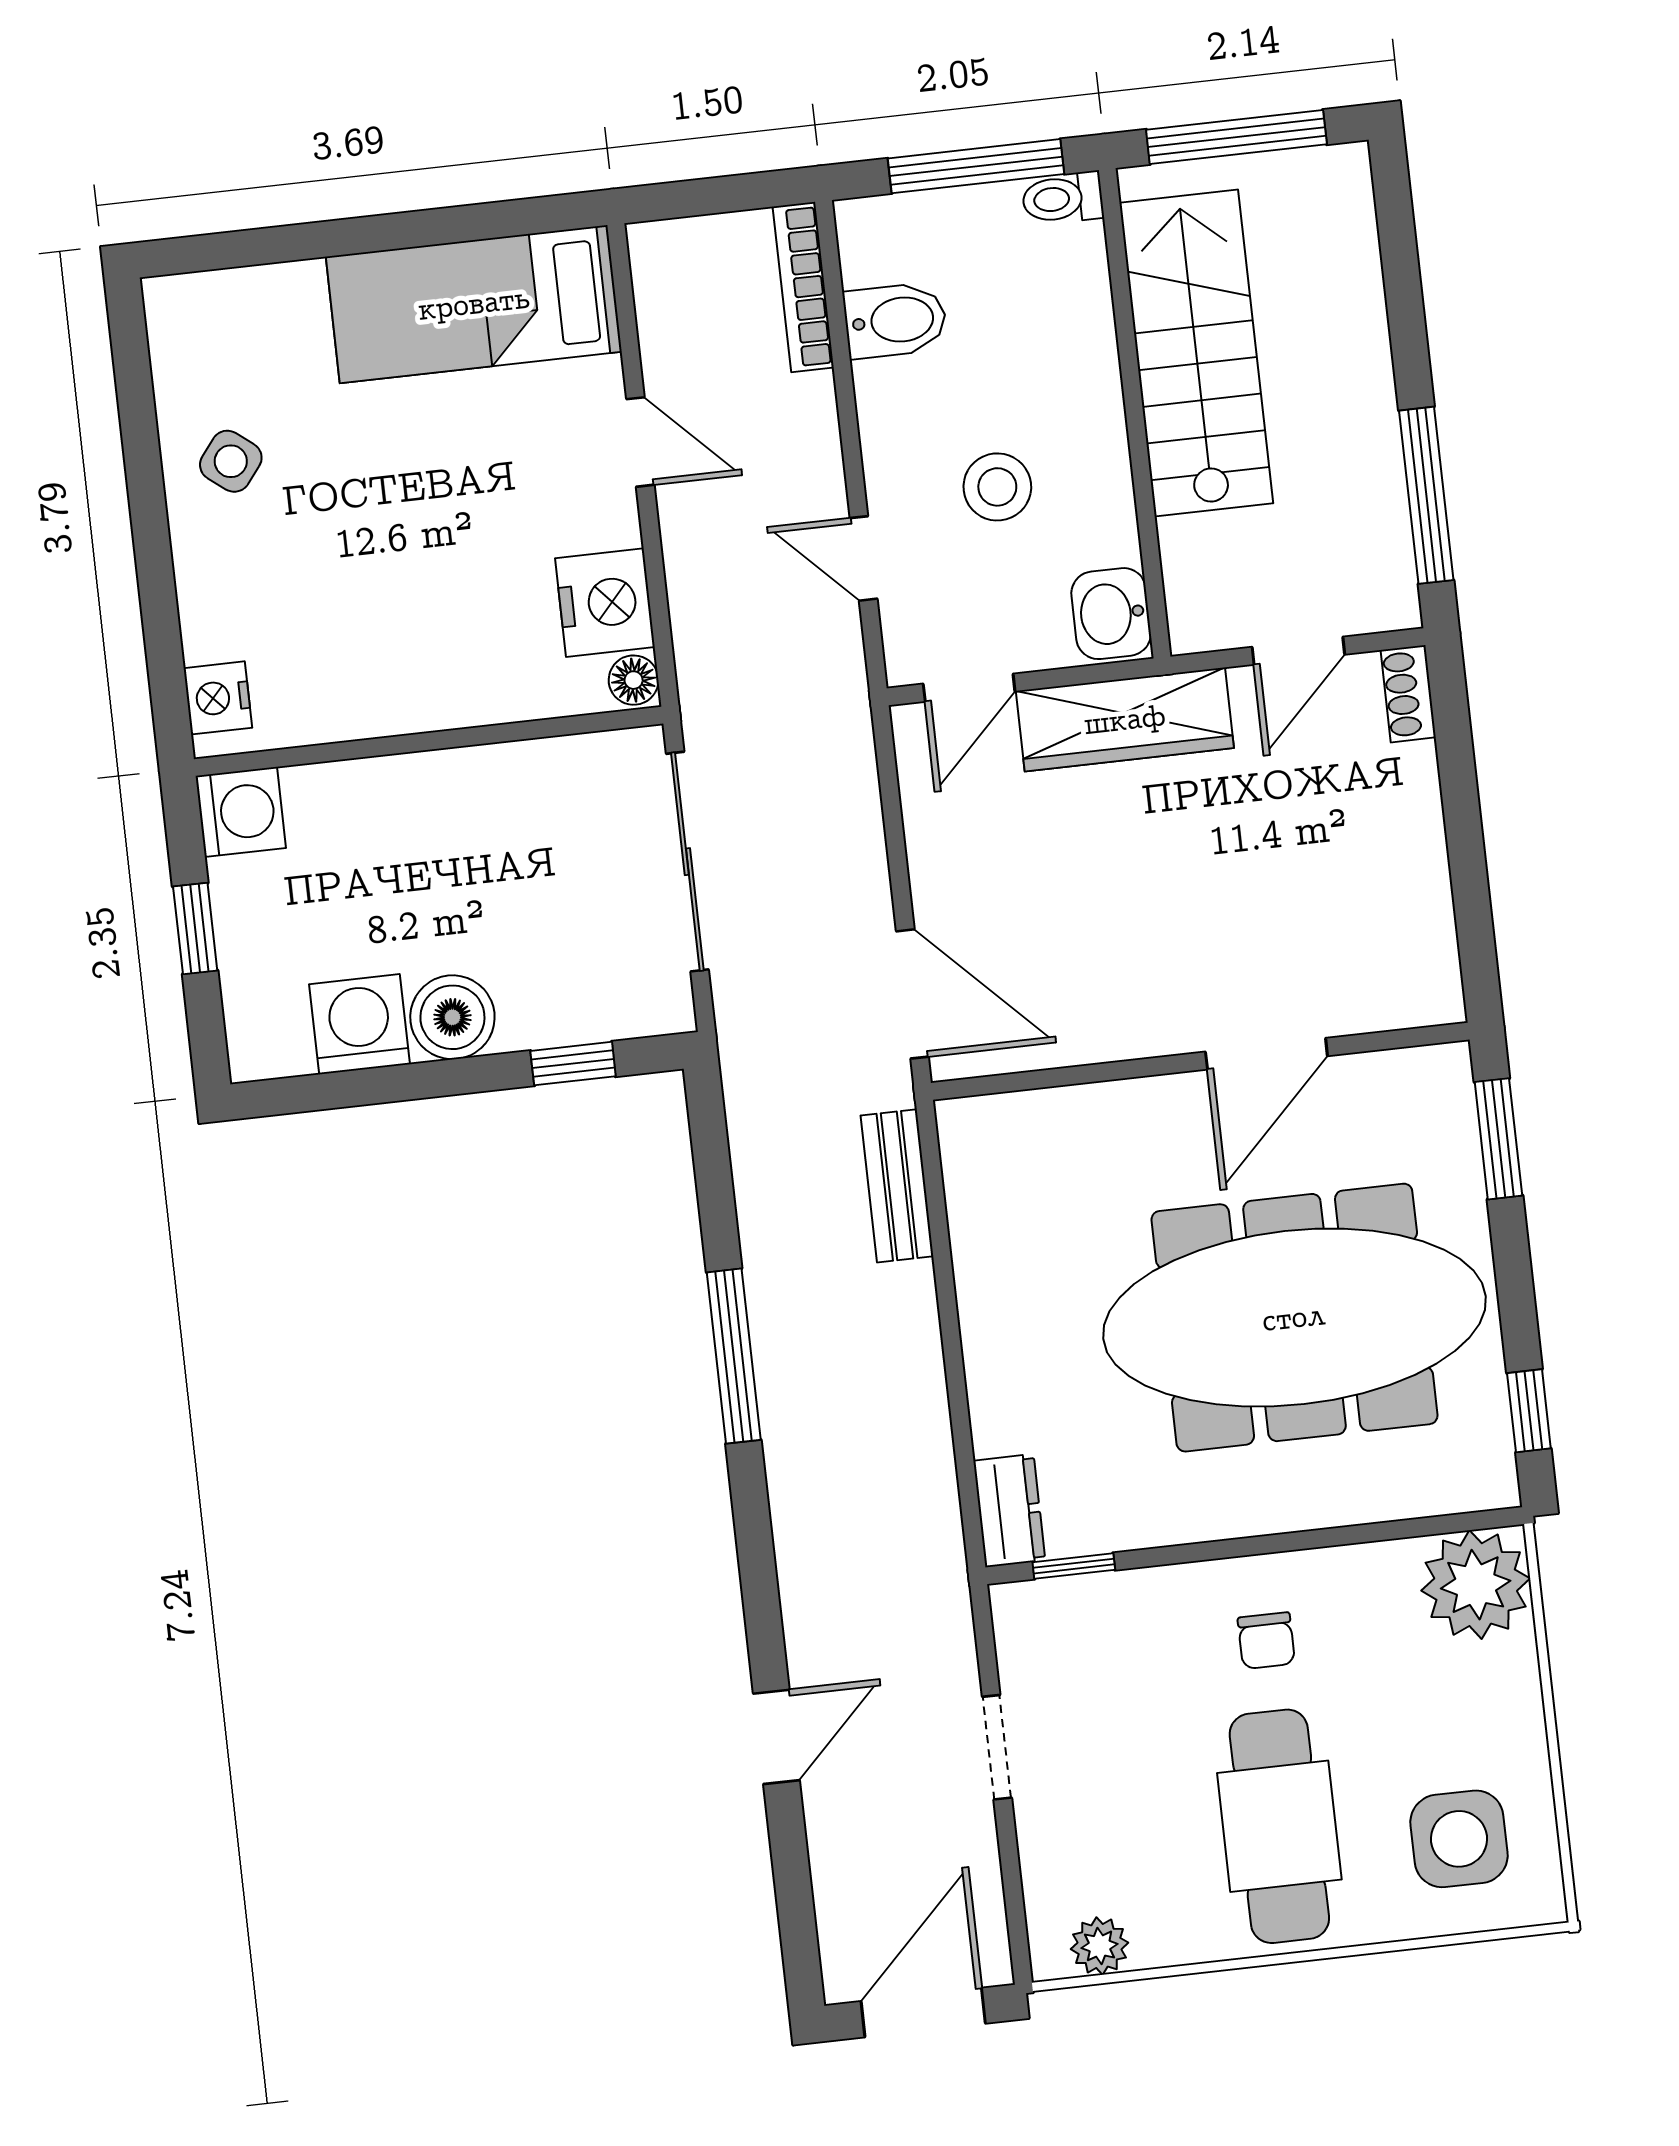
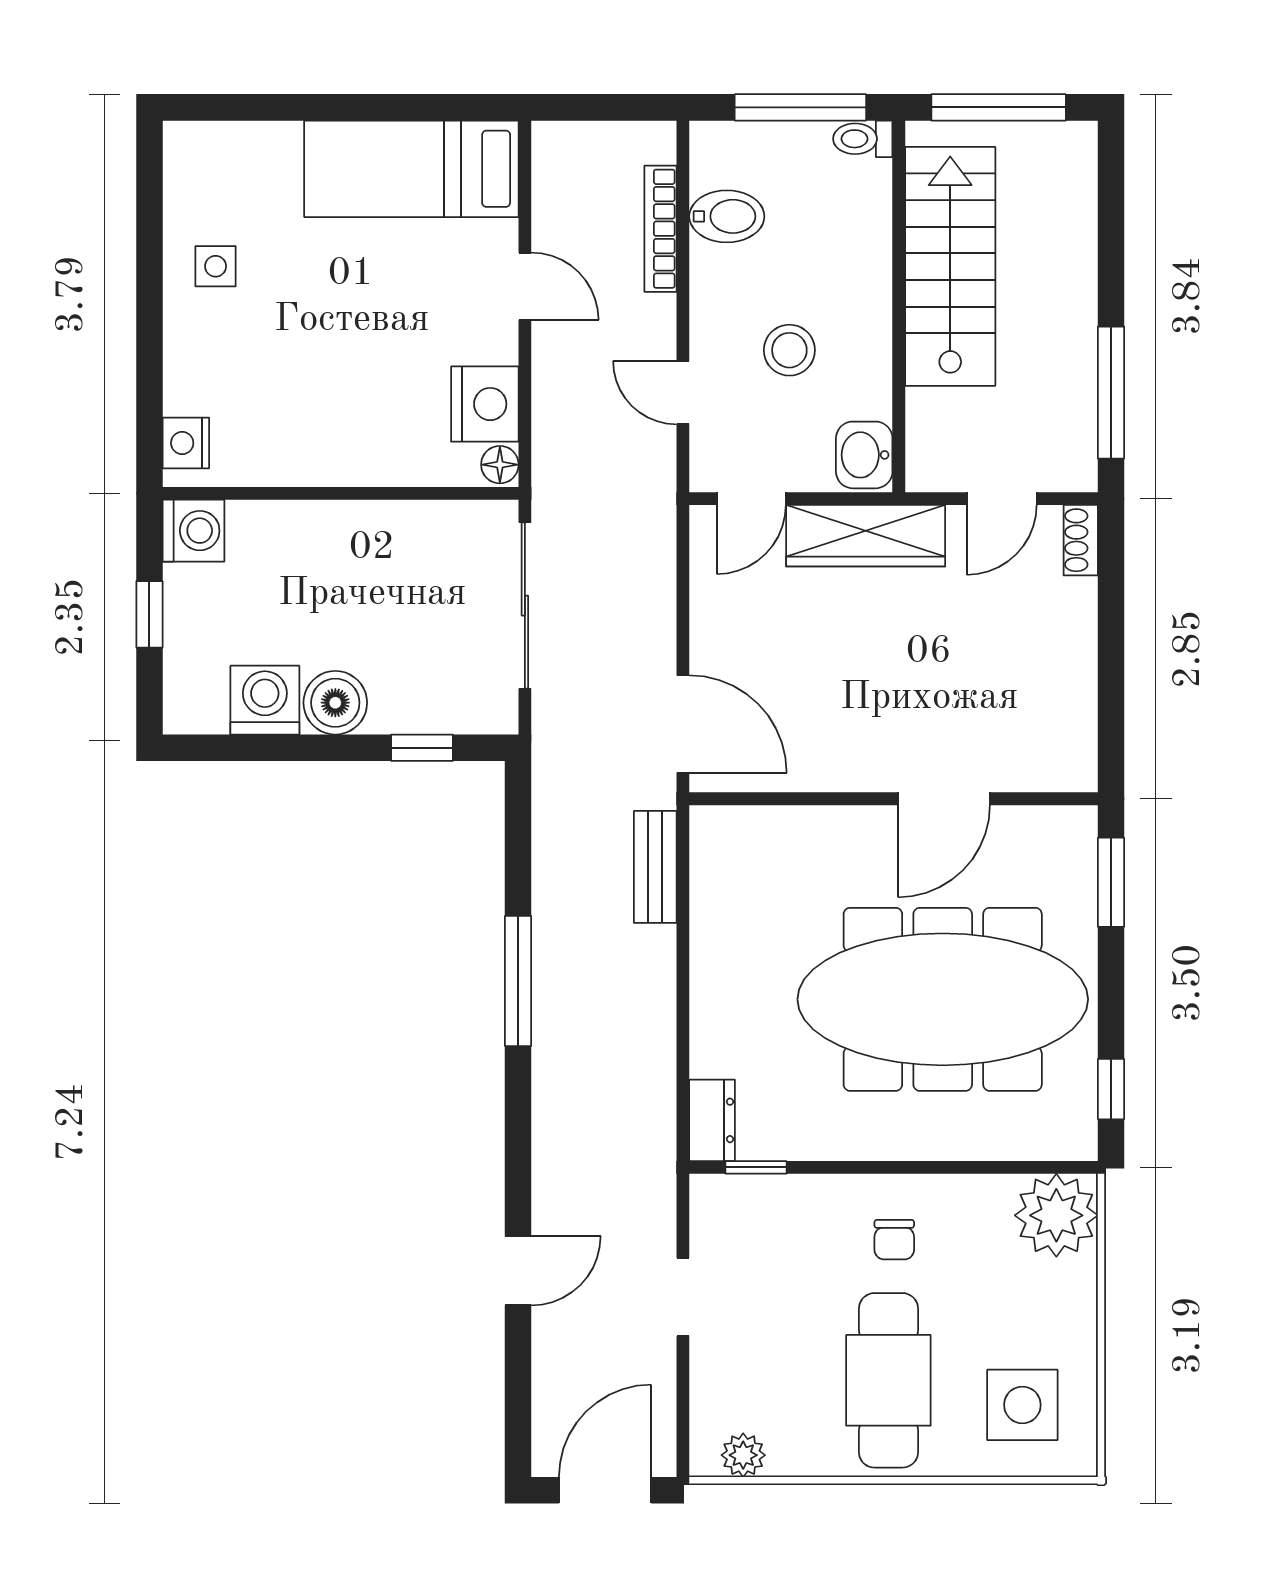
bookcase: (803, 287) -> (660, 229), moved
side table: (231, 461) -> (216, 266), turned -38

